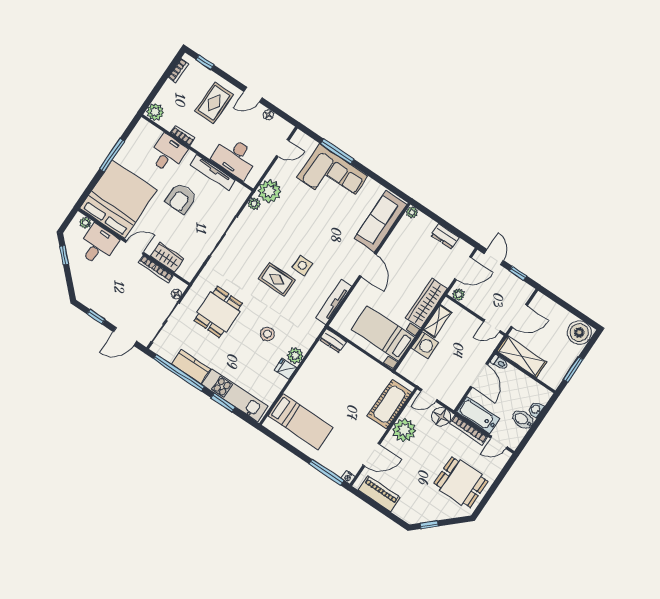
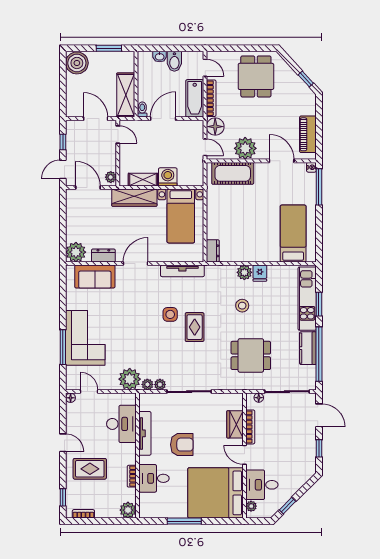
floor lamp: (268, 115) -> (71, 398), moved
plant: (412, 212) -> (76, 252), width x1.88, depth x1.88
plant: (247, 215) -> (160, 385), added
sofa: (380, 222) -> (95, 277), width x0.73
dresser: (445, 236) -> (103, 255), moved, turned -90

